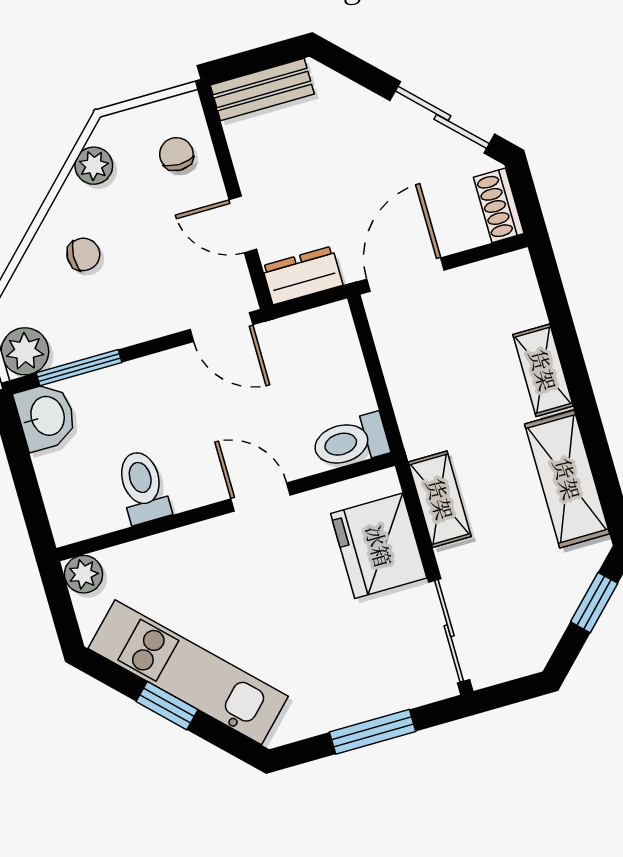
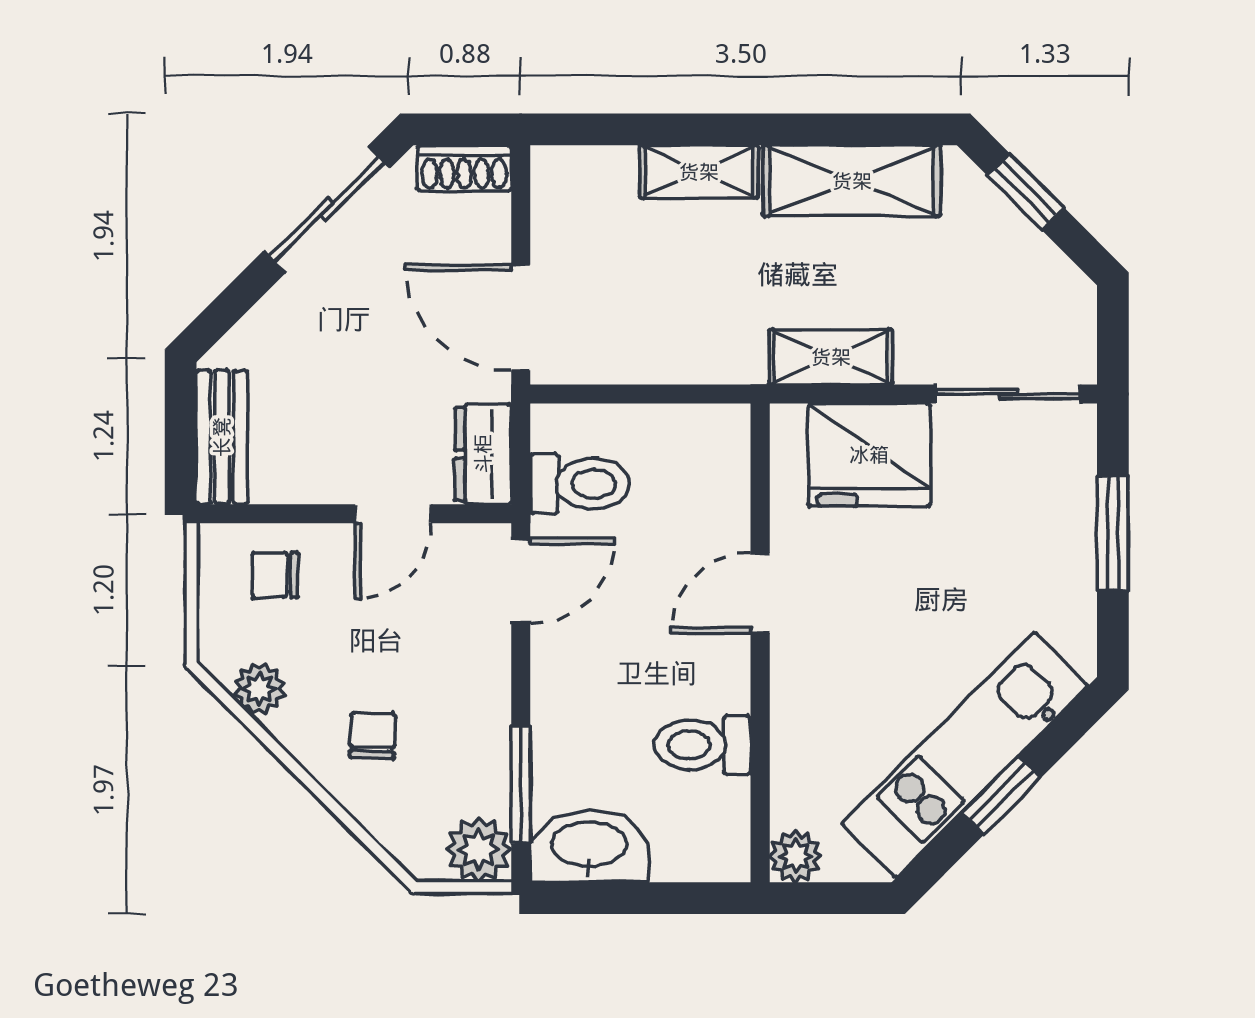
washbasin: (46, 416) -> (589, 846), width x1.38
toilet: (350, 441) -> (580, 484), moved, turned -90

